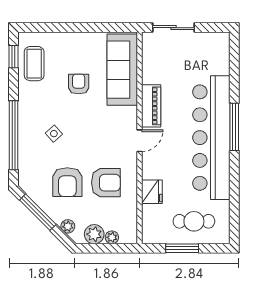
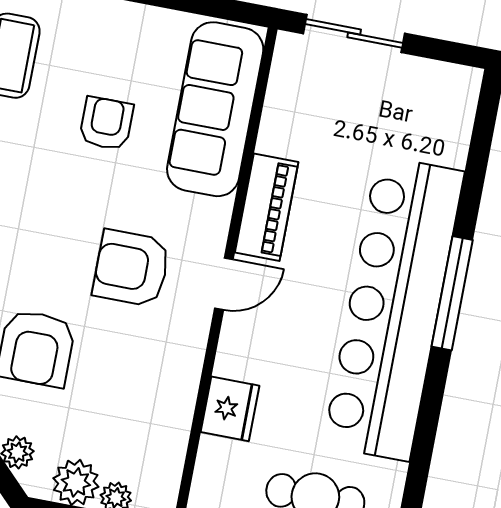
side table: (54, 134) -> (26, 229), removed
armchair: (106, 183) -> (131, 268), moved, turned 180

